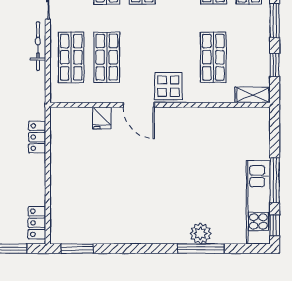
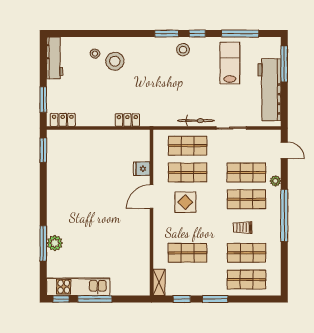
display table: (168, 86) -> (185, 202), moved

